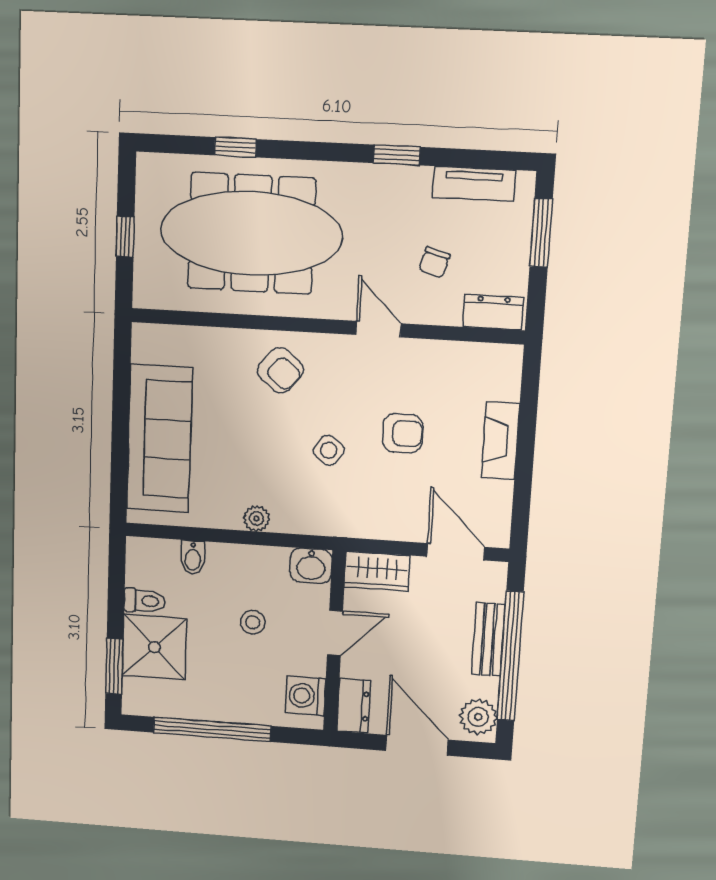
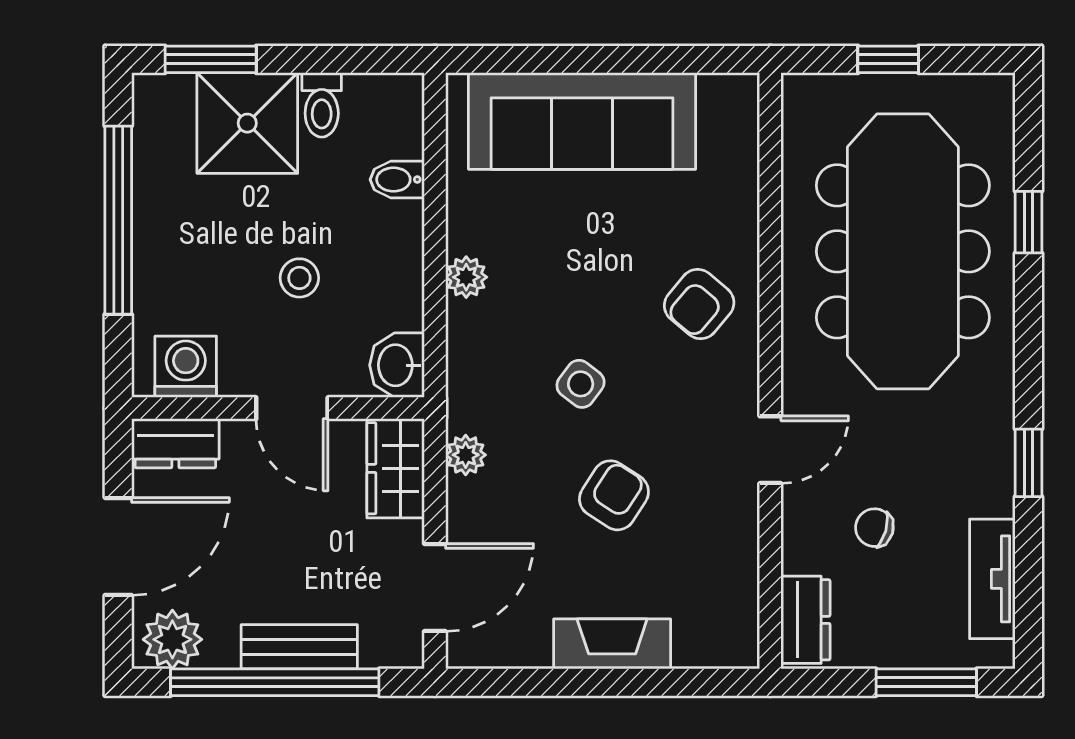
armchair: (403, 433) -> (614, 495), turned -147
plant: (371, 527) -> (466, 455), added

